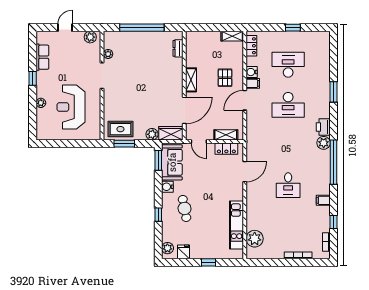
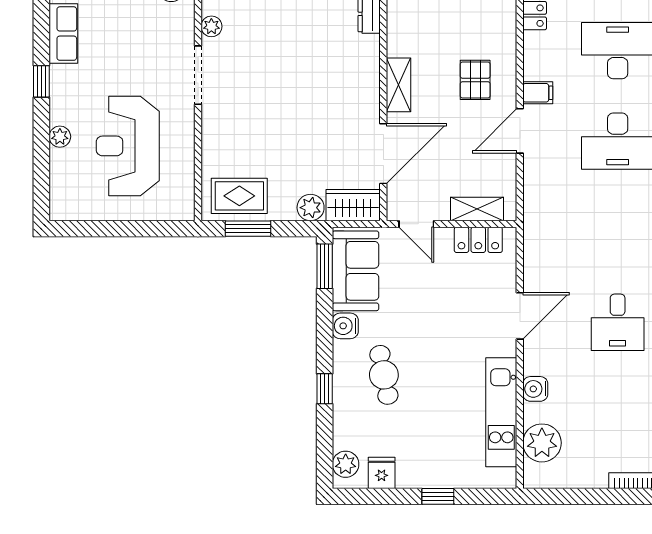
water cooler: (252, 72) -> (535, 389), moved
door: (245, 172) -> (520, 316), moved

